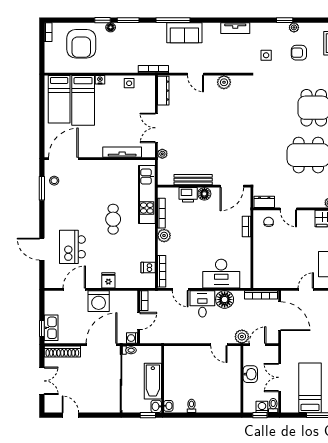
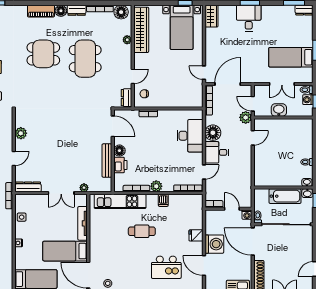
bed: (83, 100) -> (65, 251), moved, turned 180
dishwasher: (148, 267) -> (163, 200), moved
door: (306, 289) -> (204, 73), moved

